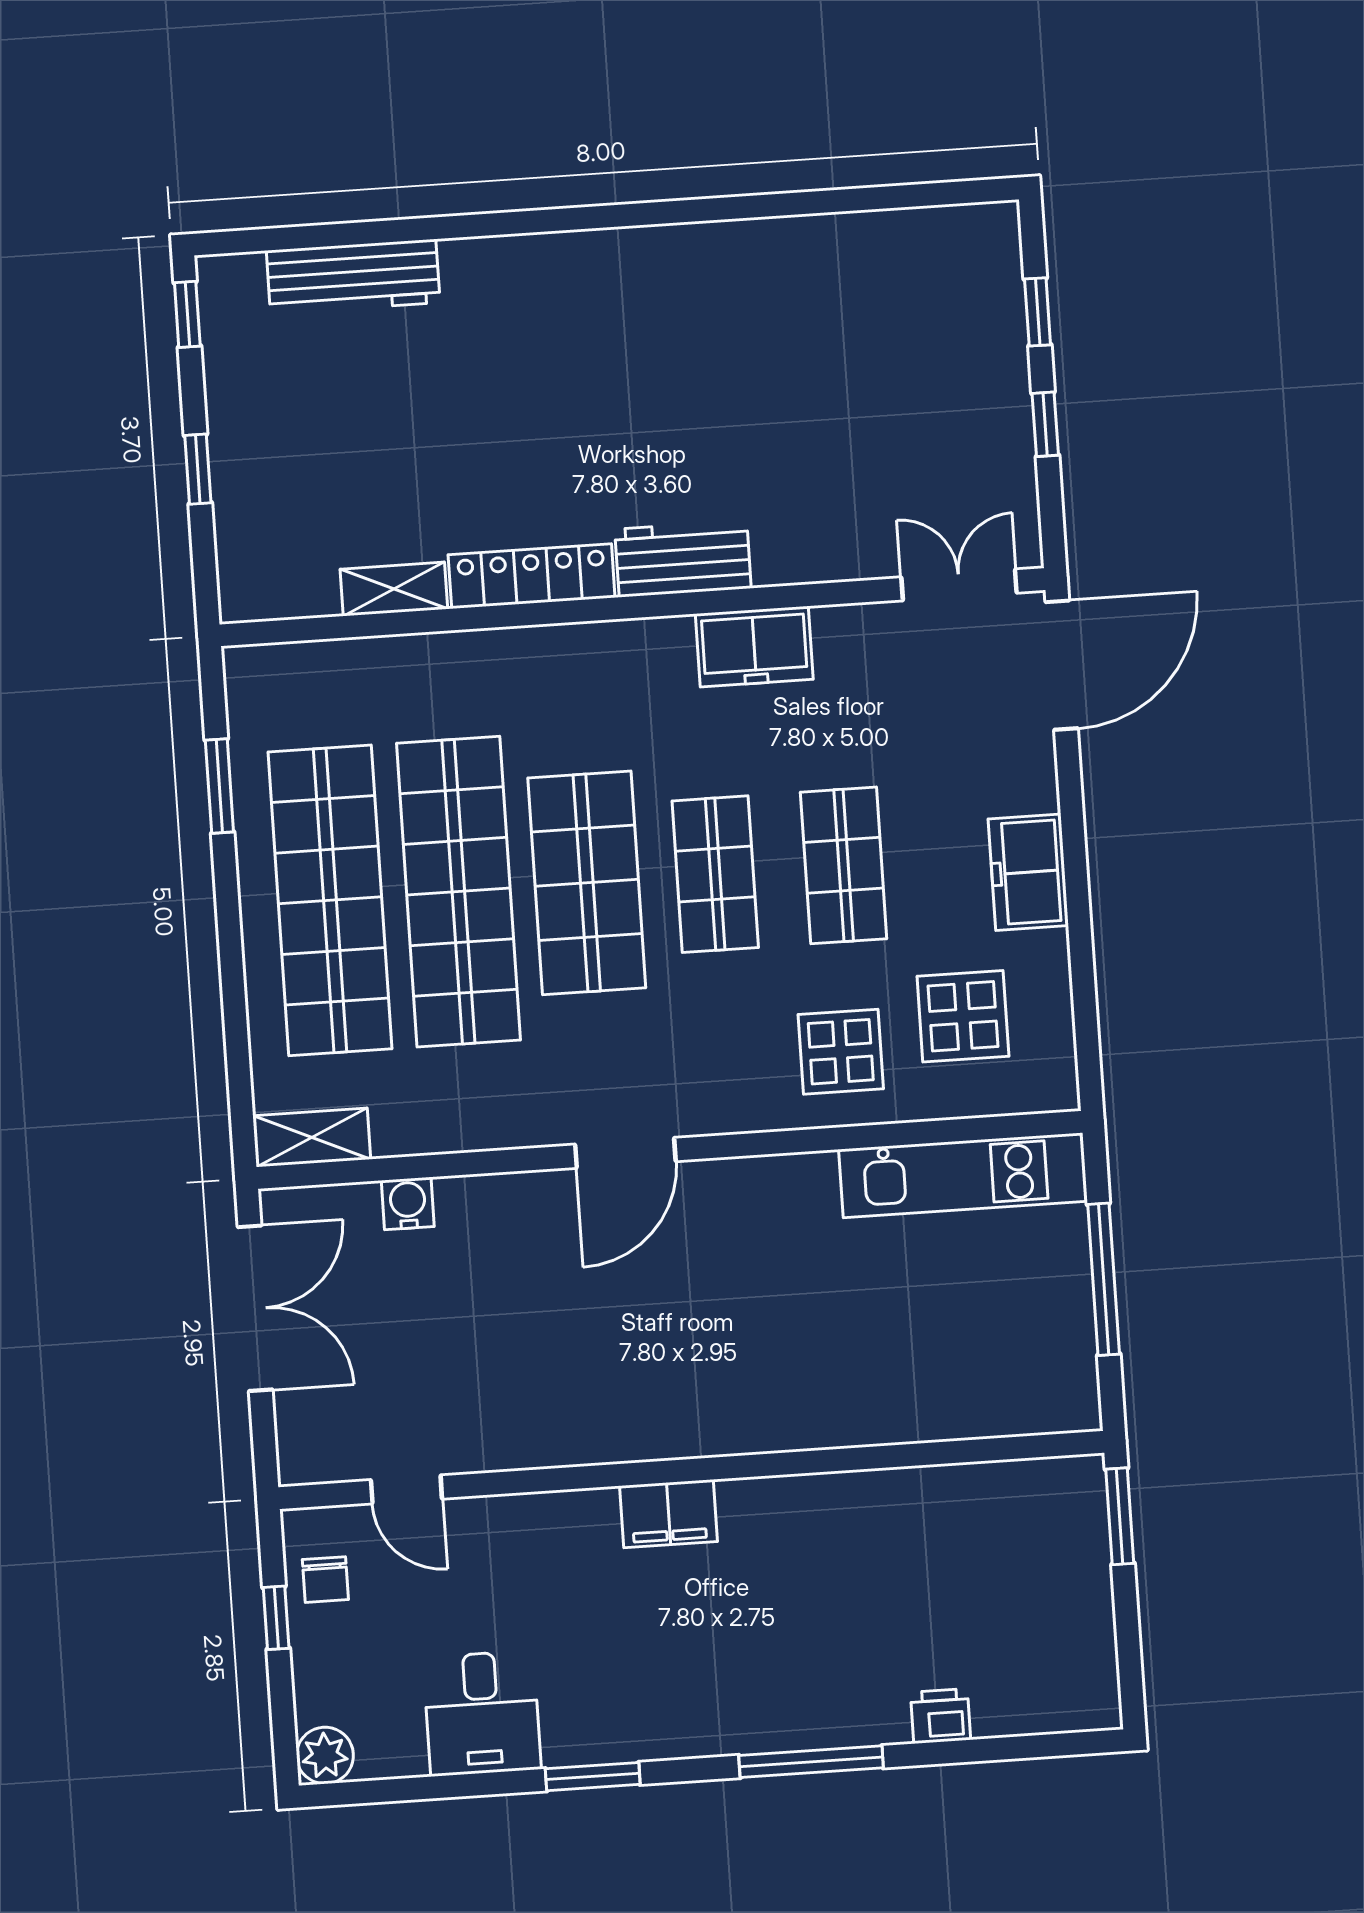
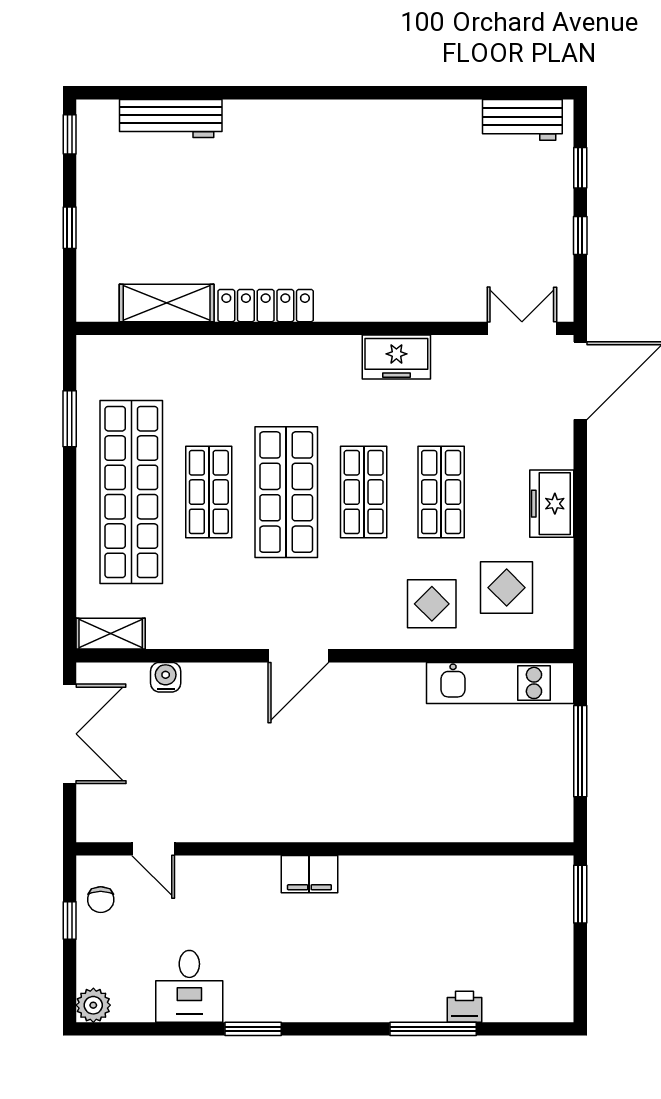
workbench: (683, 559) -> (522, 120), moved, turned 180
shelving: (394, 589) -> (167, 303), width x1.50, depth x1.33
shop shelf: (458, 892) -> (209, 492), width x0.50, depth x0.74
window: (811, 1762) -> (433, 1029), moved

